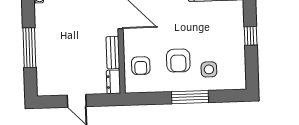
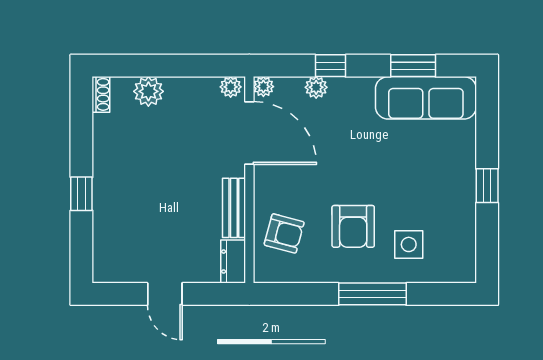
window: (29, 48) -> (81, 194), width x0.46
armchair: (141, 66) -> (284, 233), turned -75

